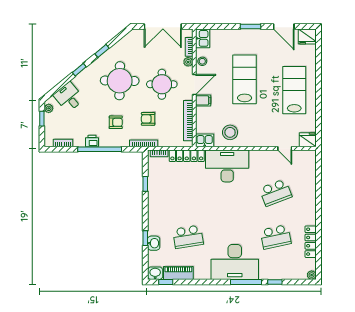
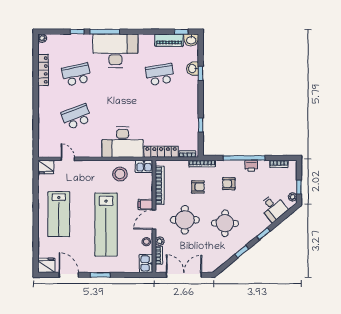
lab bench: (245, 79) -> (106, 225), width x1.36
round table: (120, 81) -> (225, 223), width x0.73, depth x0.73

